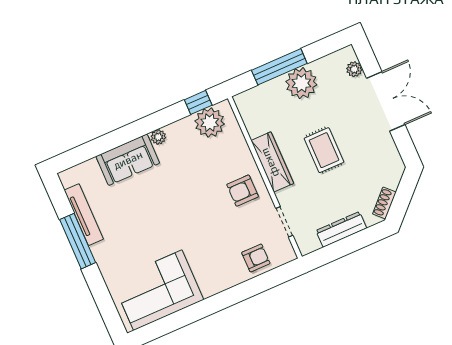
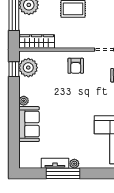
wardrobe: (272, 162) -> (37, 42), moved
tv unit: (84, 215) -> (55, 163), width x0.71
plant: (99, 251) -> (74, 164), added

